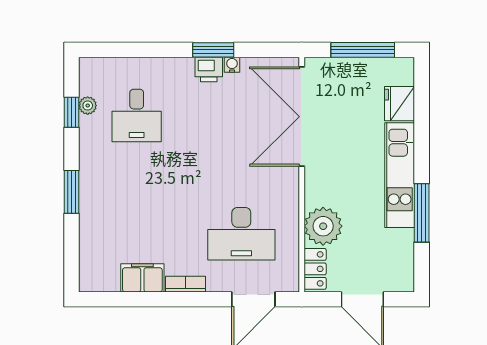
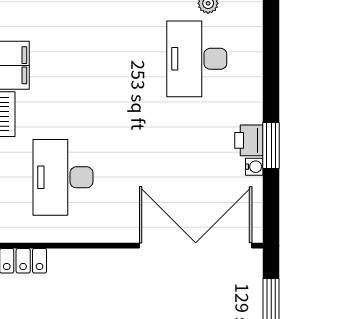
desk: (137, 115) -> (197, 59), width x1.37
plant: (323, 226) -> (71, 270), removed

